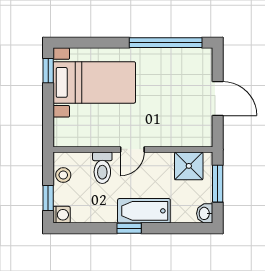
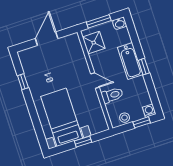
window: (166, 43) -> (23, 82), width x0.32
window: (48, 71) -> (83, 142), moved

